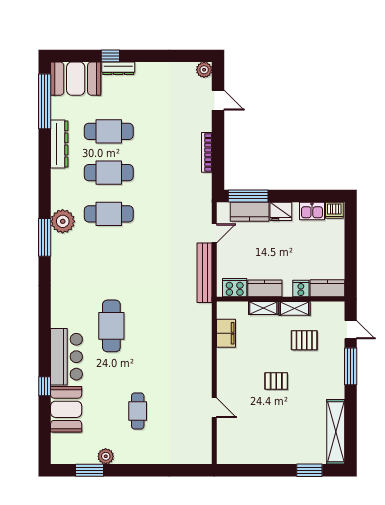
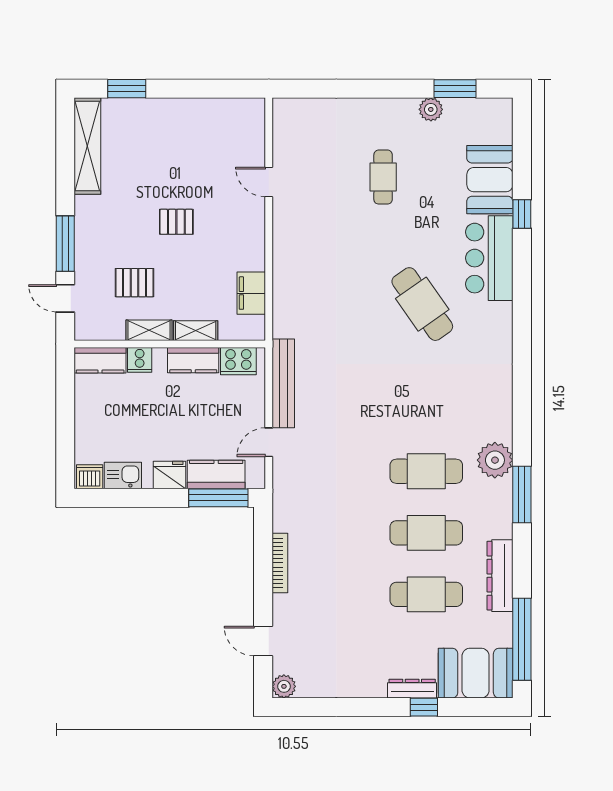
window: (45, 237) -> (522, 494), moved
cafe table: (111, 326) -> (422, 304), turned -35

